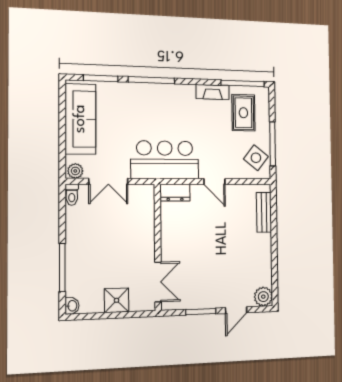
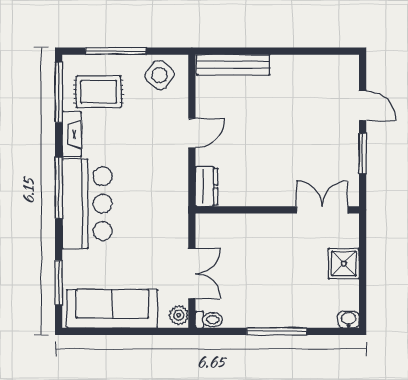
window: (152, 80) -> (59, 188), moved
window: (273, 144) -> (116, 51), moved
bar counter: (165, 160) -> (87, 204), moved, turned 180
bench: (264, 212) -> (233, 65), width x1.36
window: (62, 268) -> (277, 331), moved
plant: (263, 297) -> (346, 68), removed

